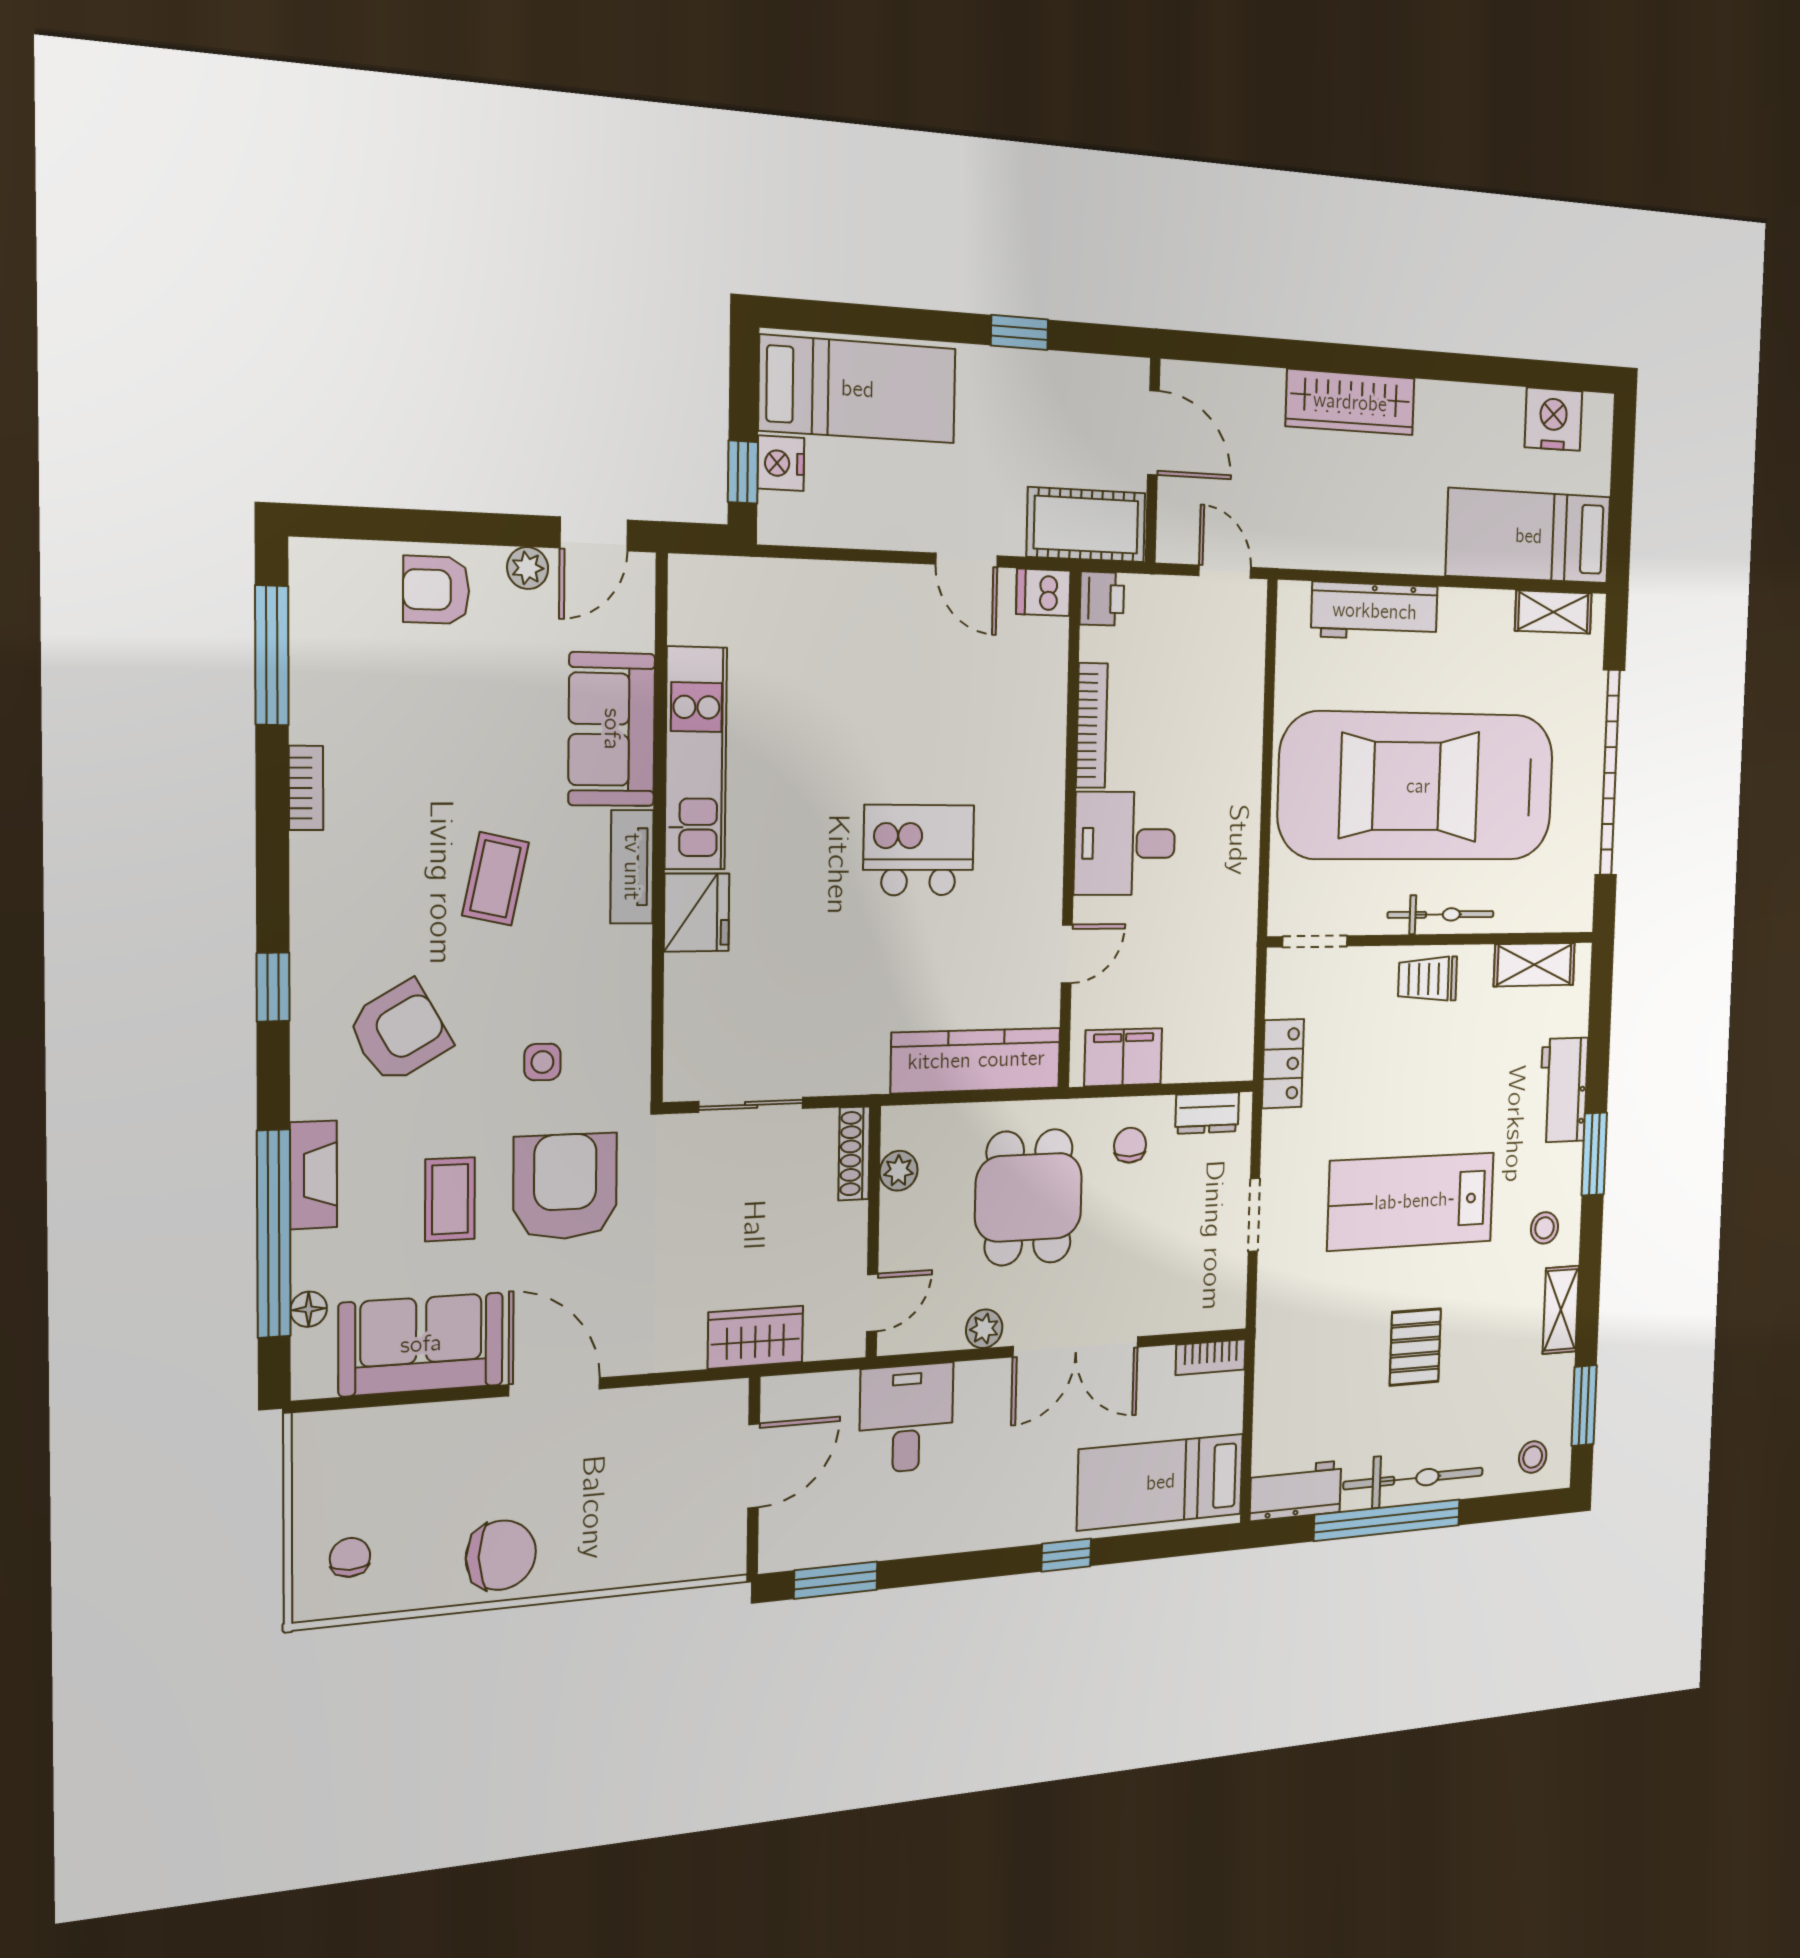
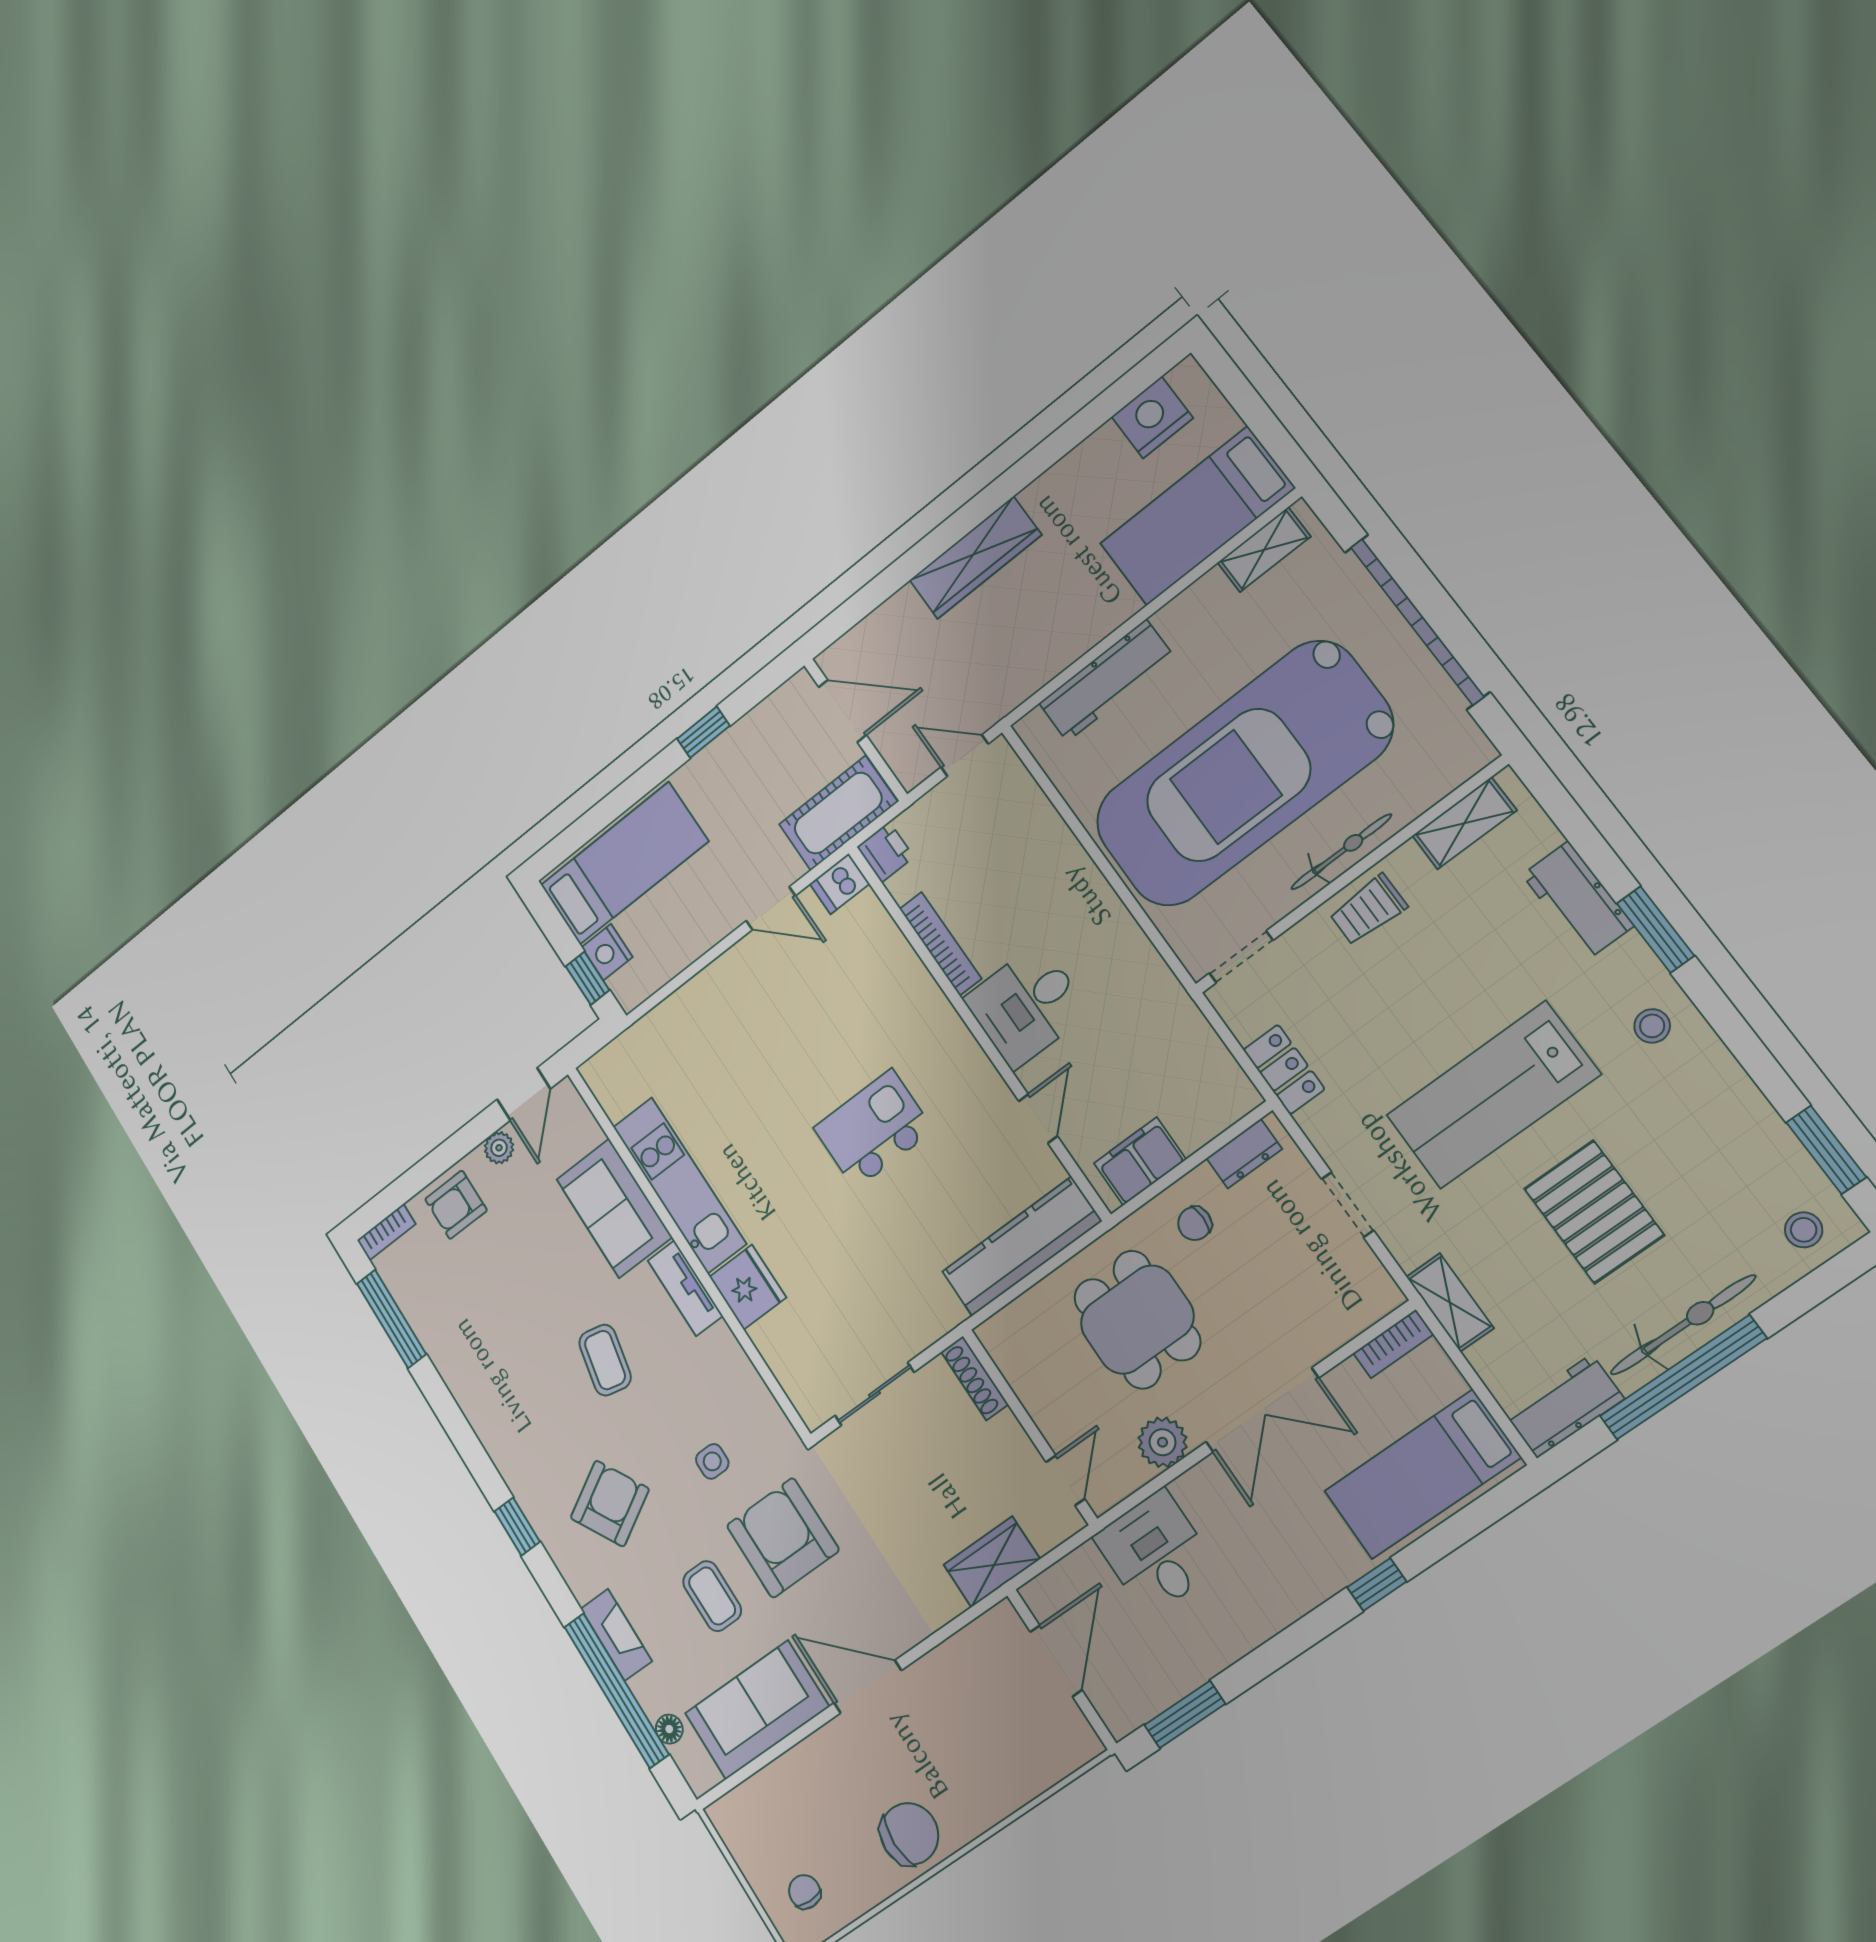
bookcase: (306, 788) -> (386, 1232), moved, turned 90
chair: (1130, 1145) -> (1195, 1223), turned -90
plant: (899, 1171) -> (1018, 1368), removed
shelving: (1561, 1310) -> (1450, 1302), moved
plant: (984, 1329) -> (1163, 1442), width x1.38, depth x1.38
pallet: (1415, 1347) -> (1594, 1212), width x1.50, depth x1.42

